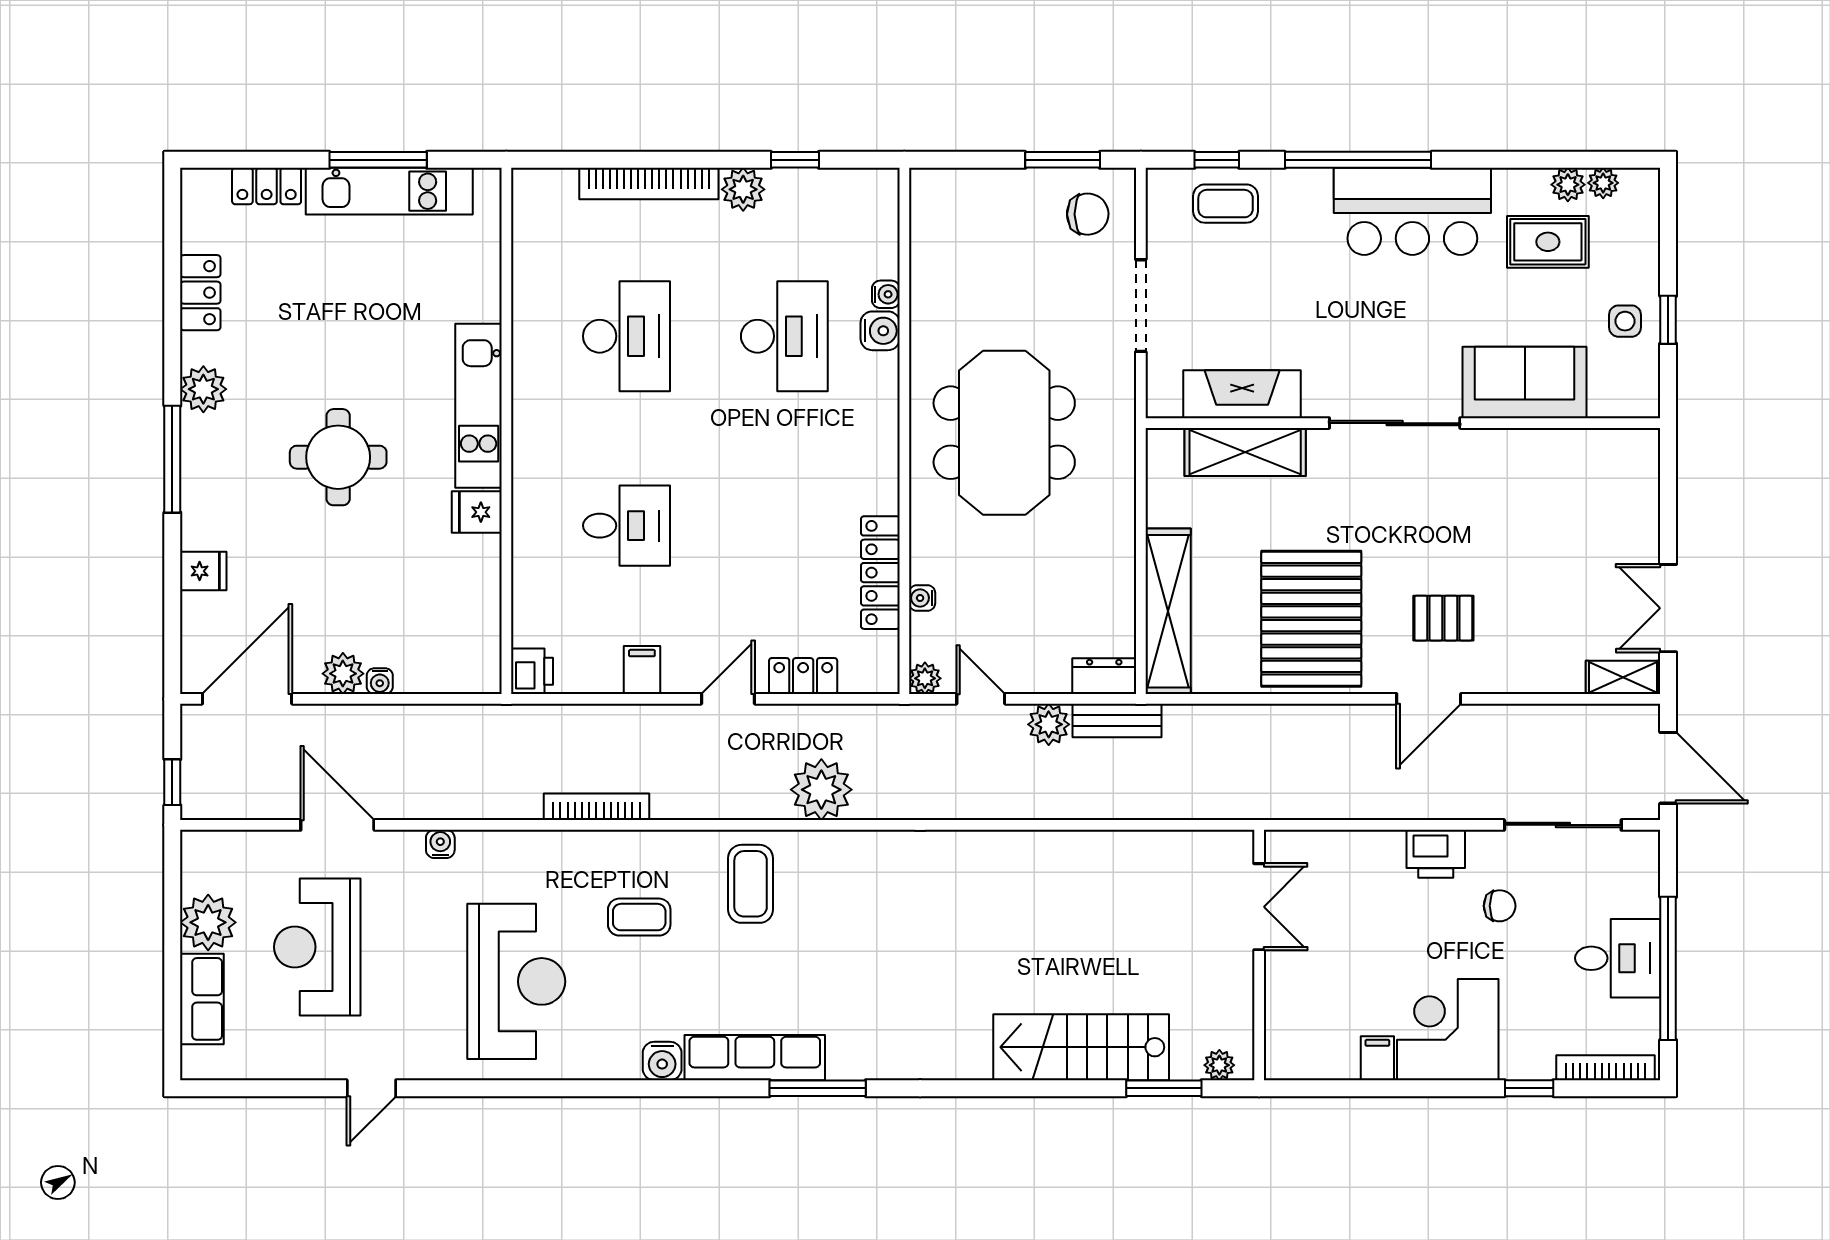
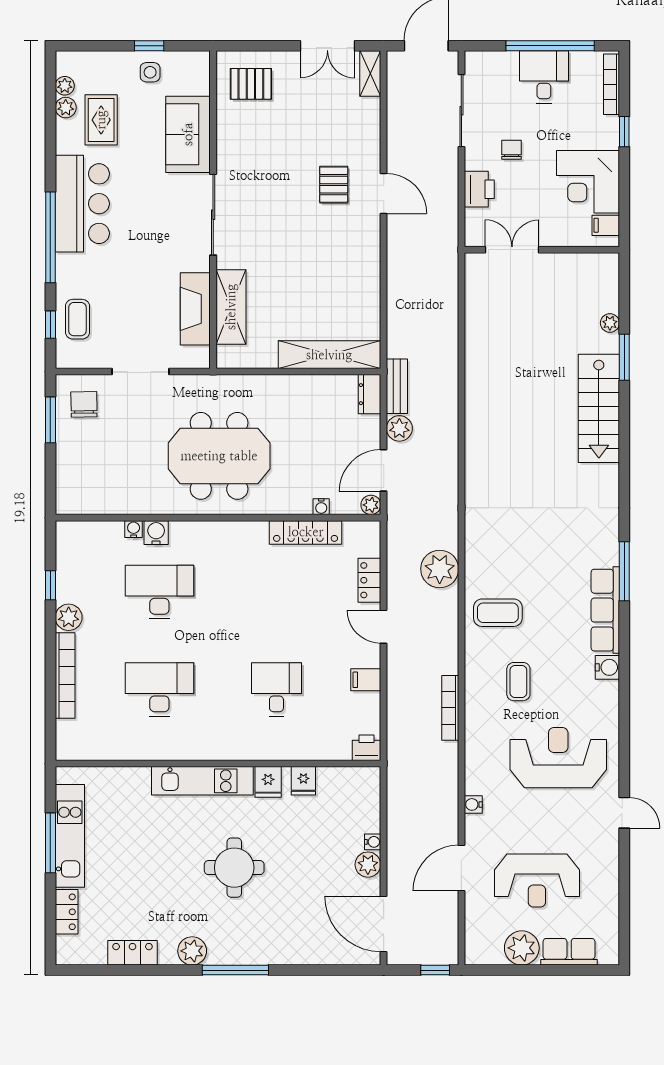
fridge: (203, 571) -> (303, 781), moved, turned 180
pallet: (1311, 619) -> (251, 84), moved, width x0.49, depth x0.50
door: (981, 699) -> (384, 470), width x1.38
double door: (1259, 907) -> (512, 250), moved
wall: (1259, 955) -> (542, 250), moved
door: (371, 1088) -> (624, 813), moved

